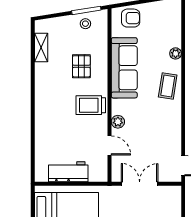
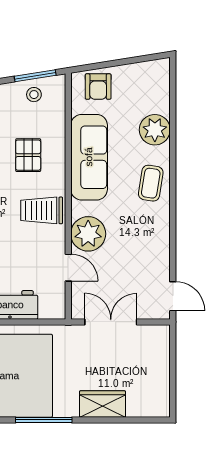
armchair: (131, 18) -> (98, 87), turned 90
plant: (176, 53) -> (155, 130), width x1.88, depth x1.88
plant: (118, 122) -> (88, 234), width x1.87, depth x1.87

